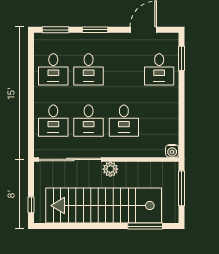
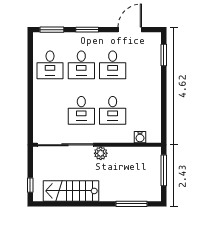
desk: (159, 69) -> (113, 65), moved
desk: (53, 121) -> (50, 110), removed
water cooler: (172, 151) -> (140, 137), moved
stairs: (104, 206) -> (71, 191), width x0.54, depth x0.66

